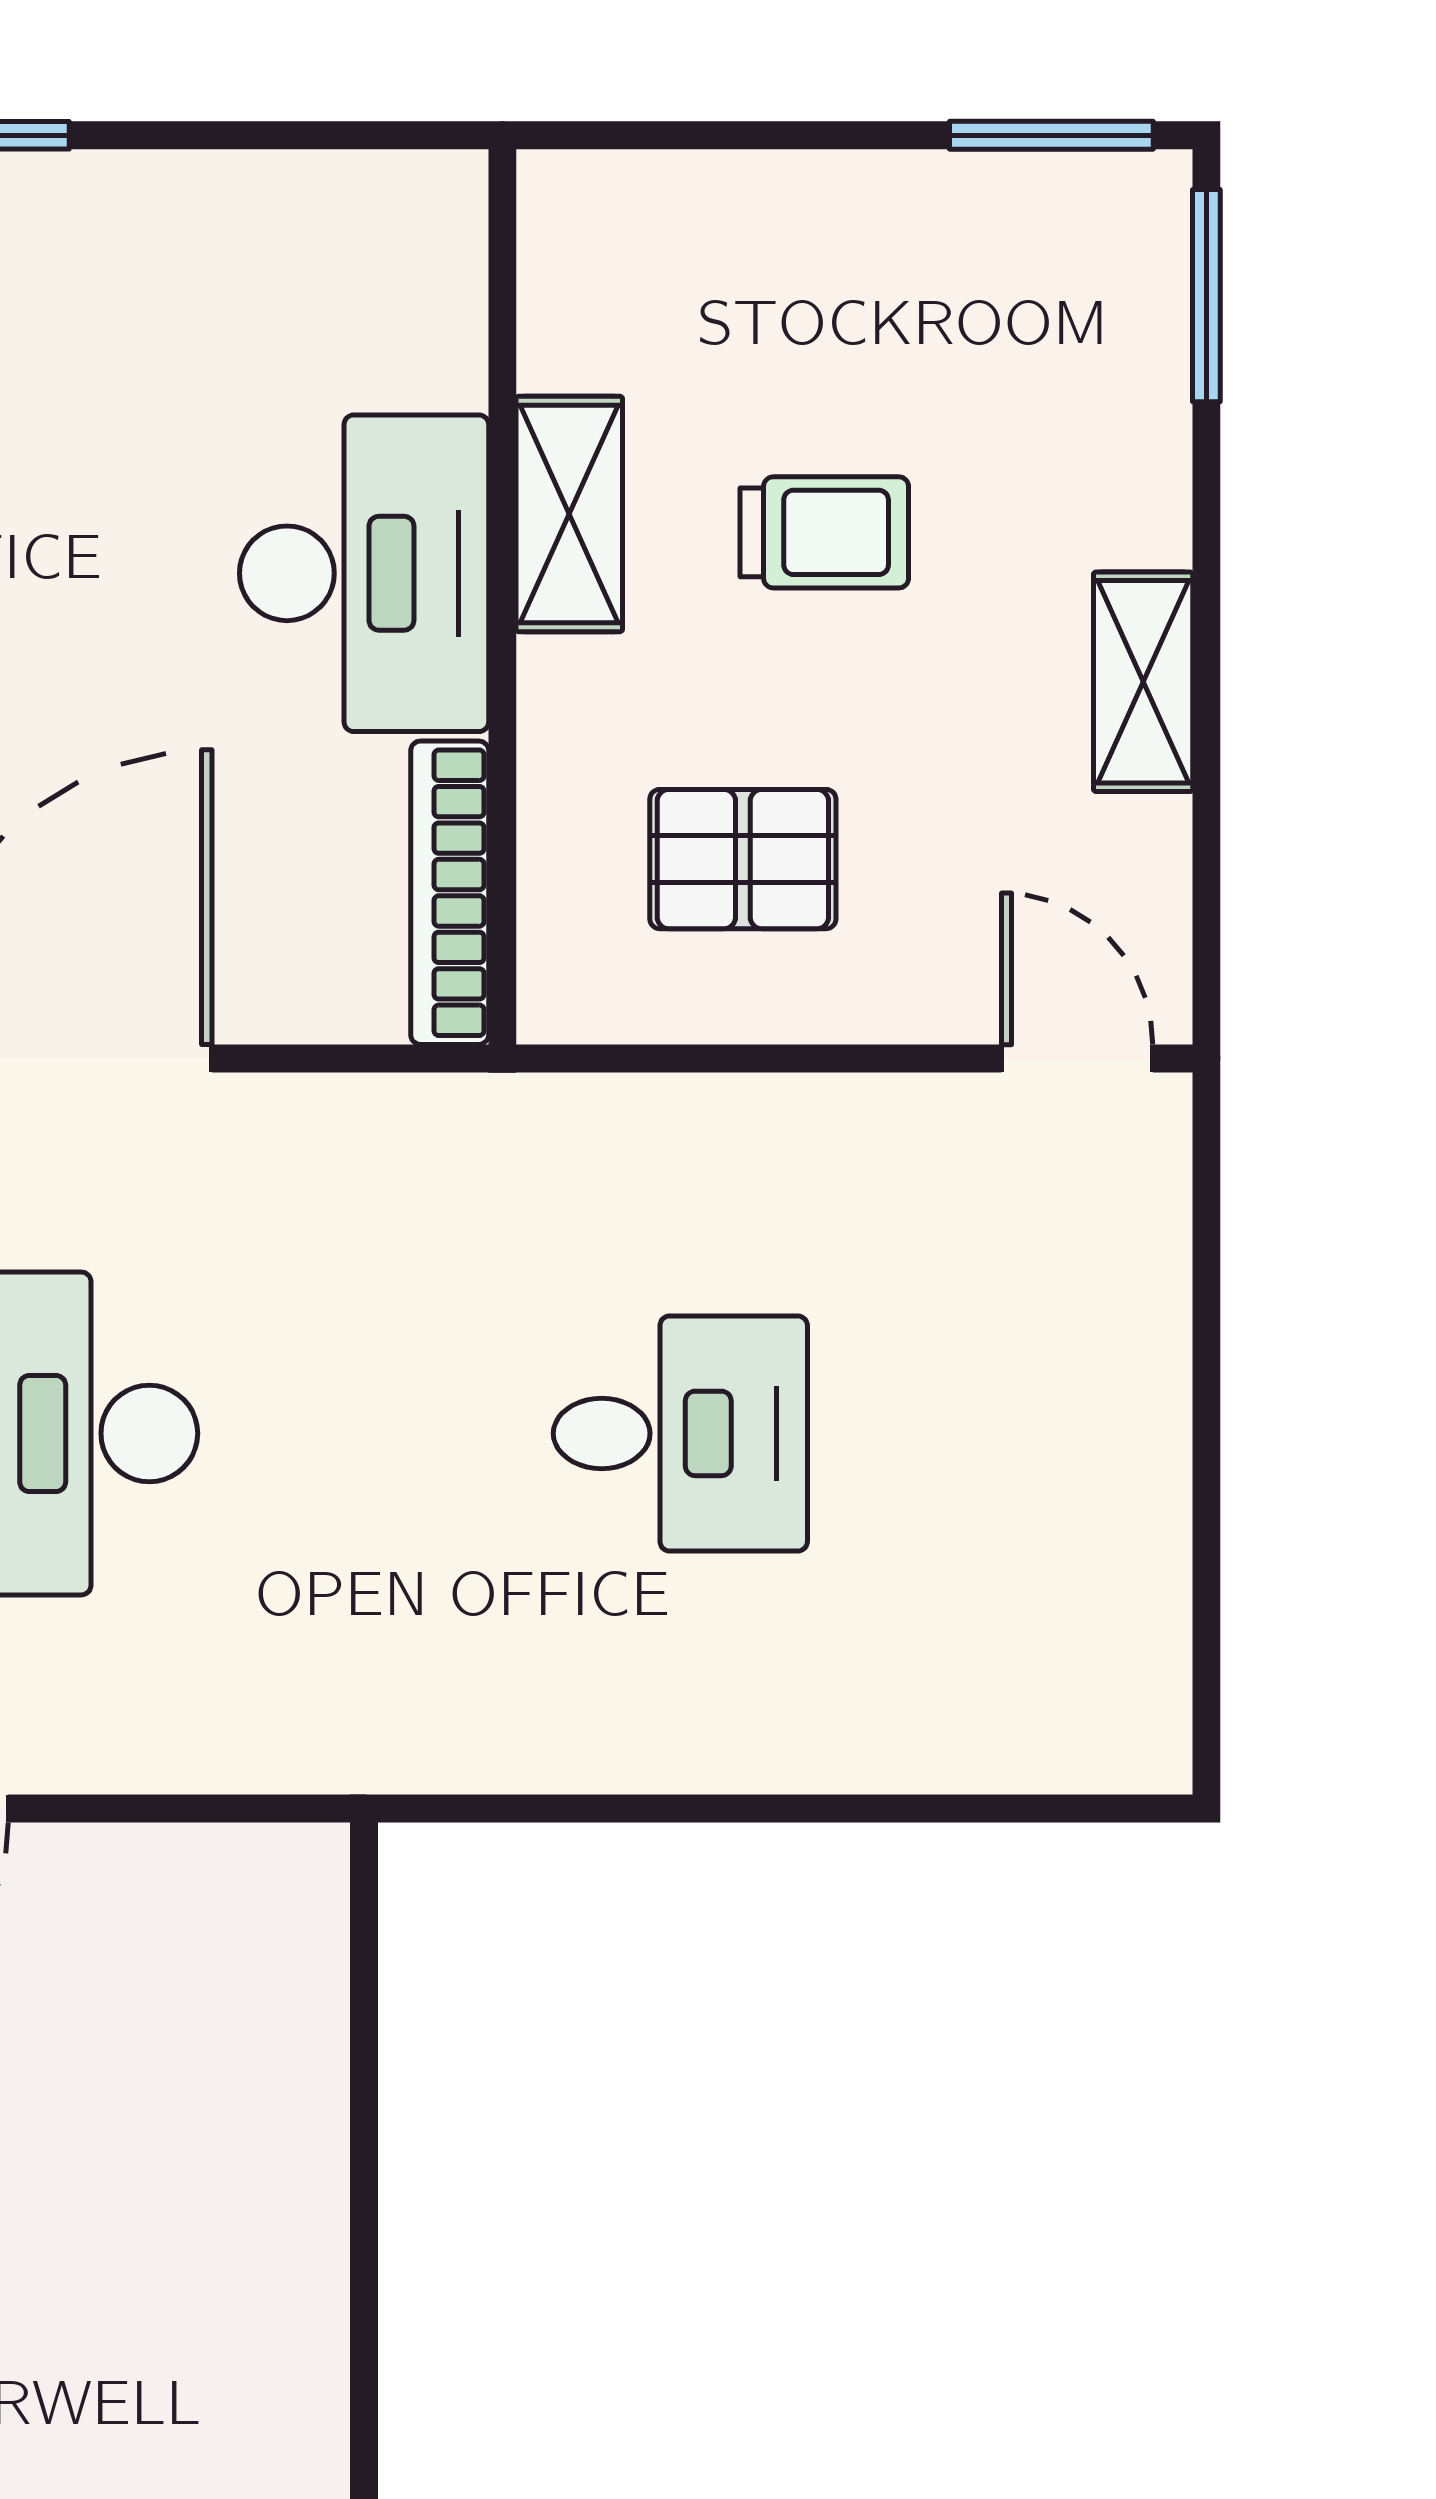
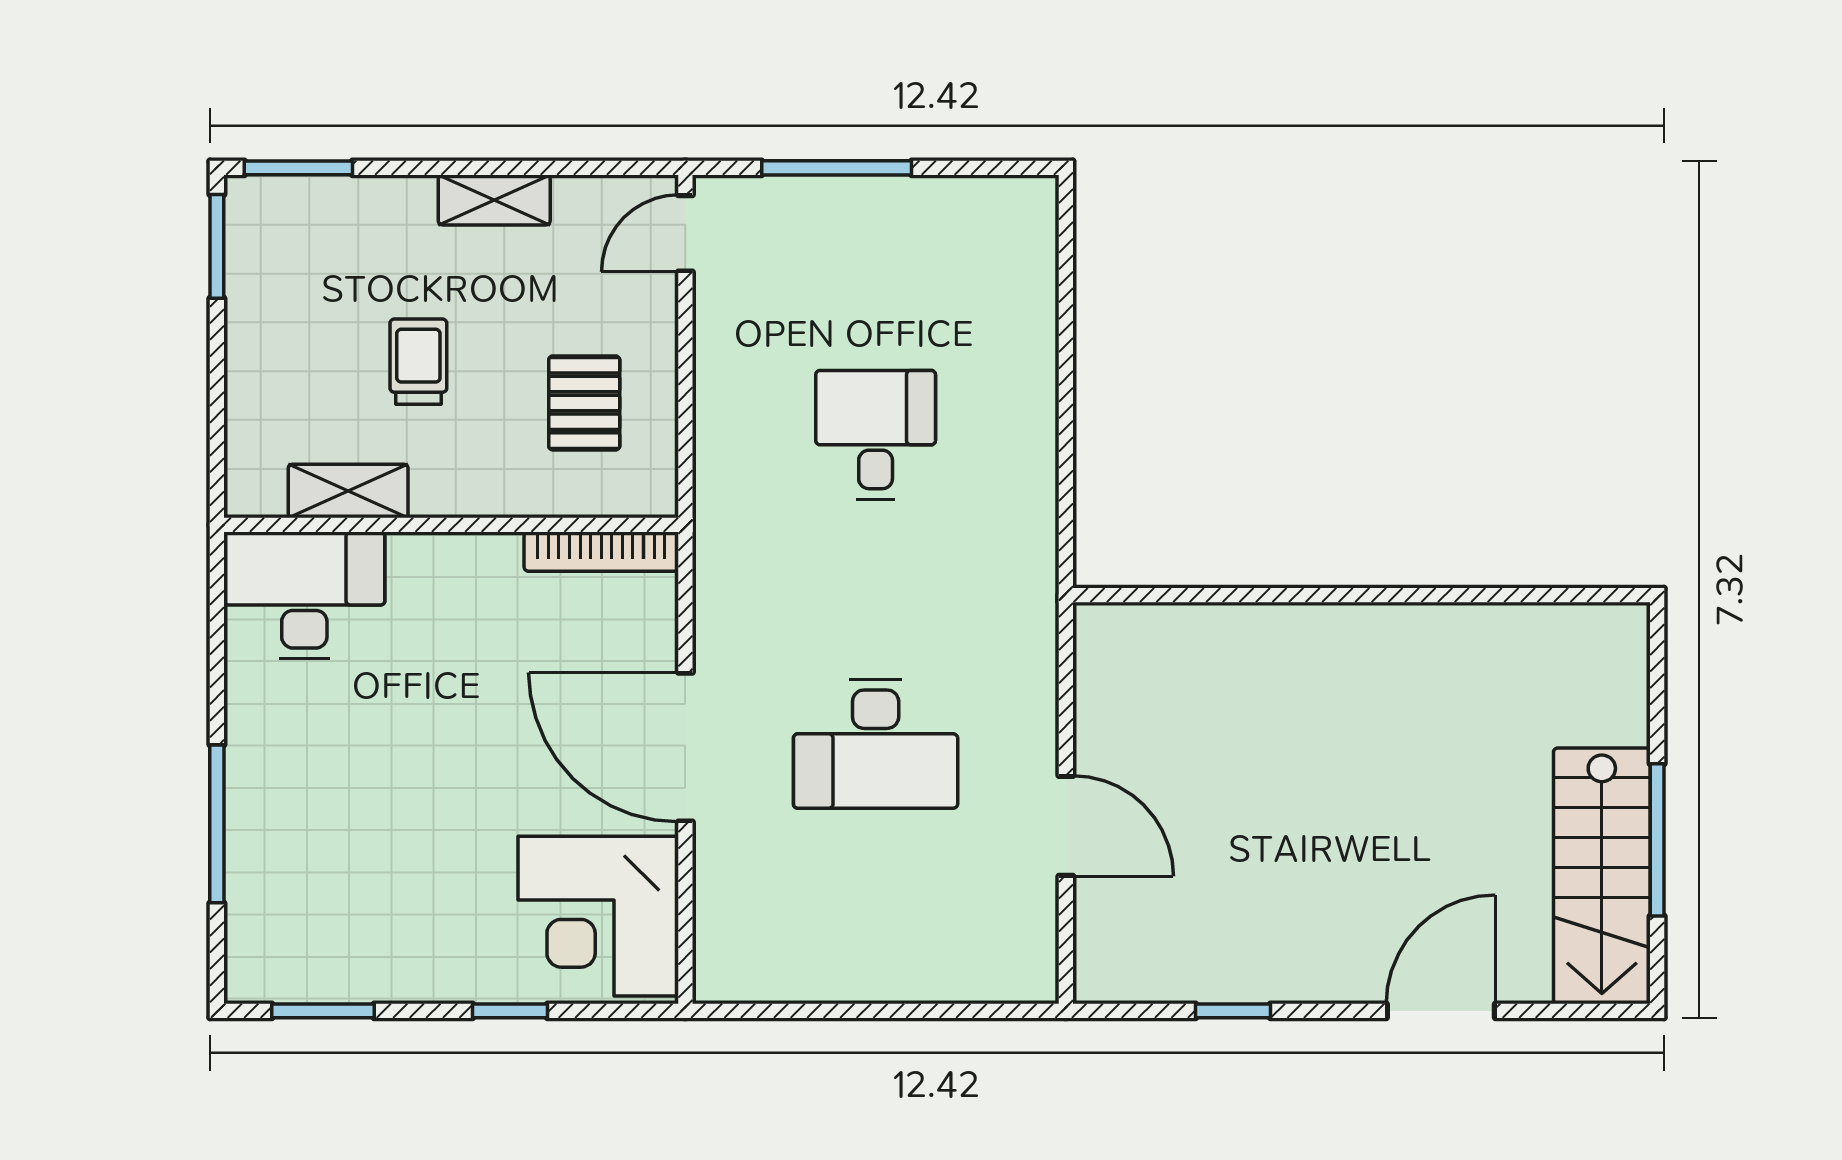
shelving: (569, 514) -> (348, 491), moved
desk: (364, 573) -> (304, 595), moved
window: (1206, 1357) -> (837, 168), added

